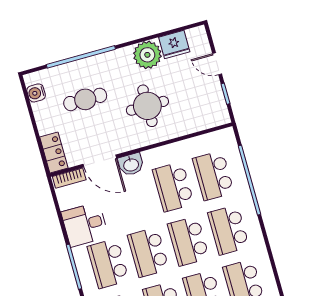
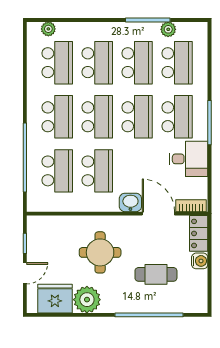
fridge: (174, 44) -> (55, 299), width x1.36, depth x1.34
door: (217, 64) -> (25, 273), hinge flipped
water cooler: (36, 93) -> (200, 261), moved

